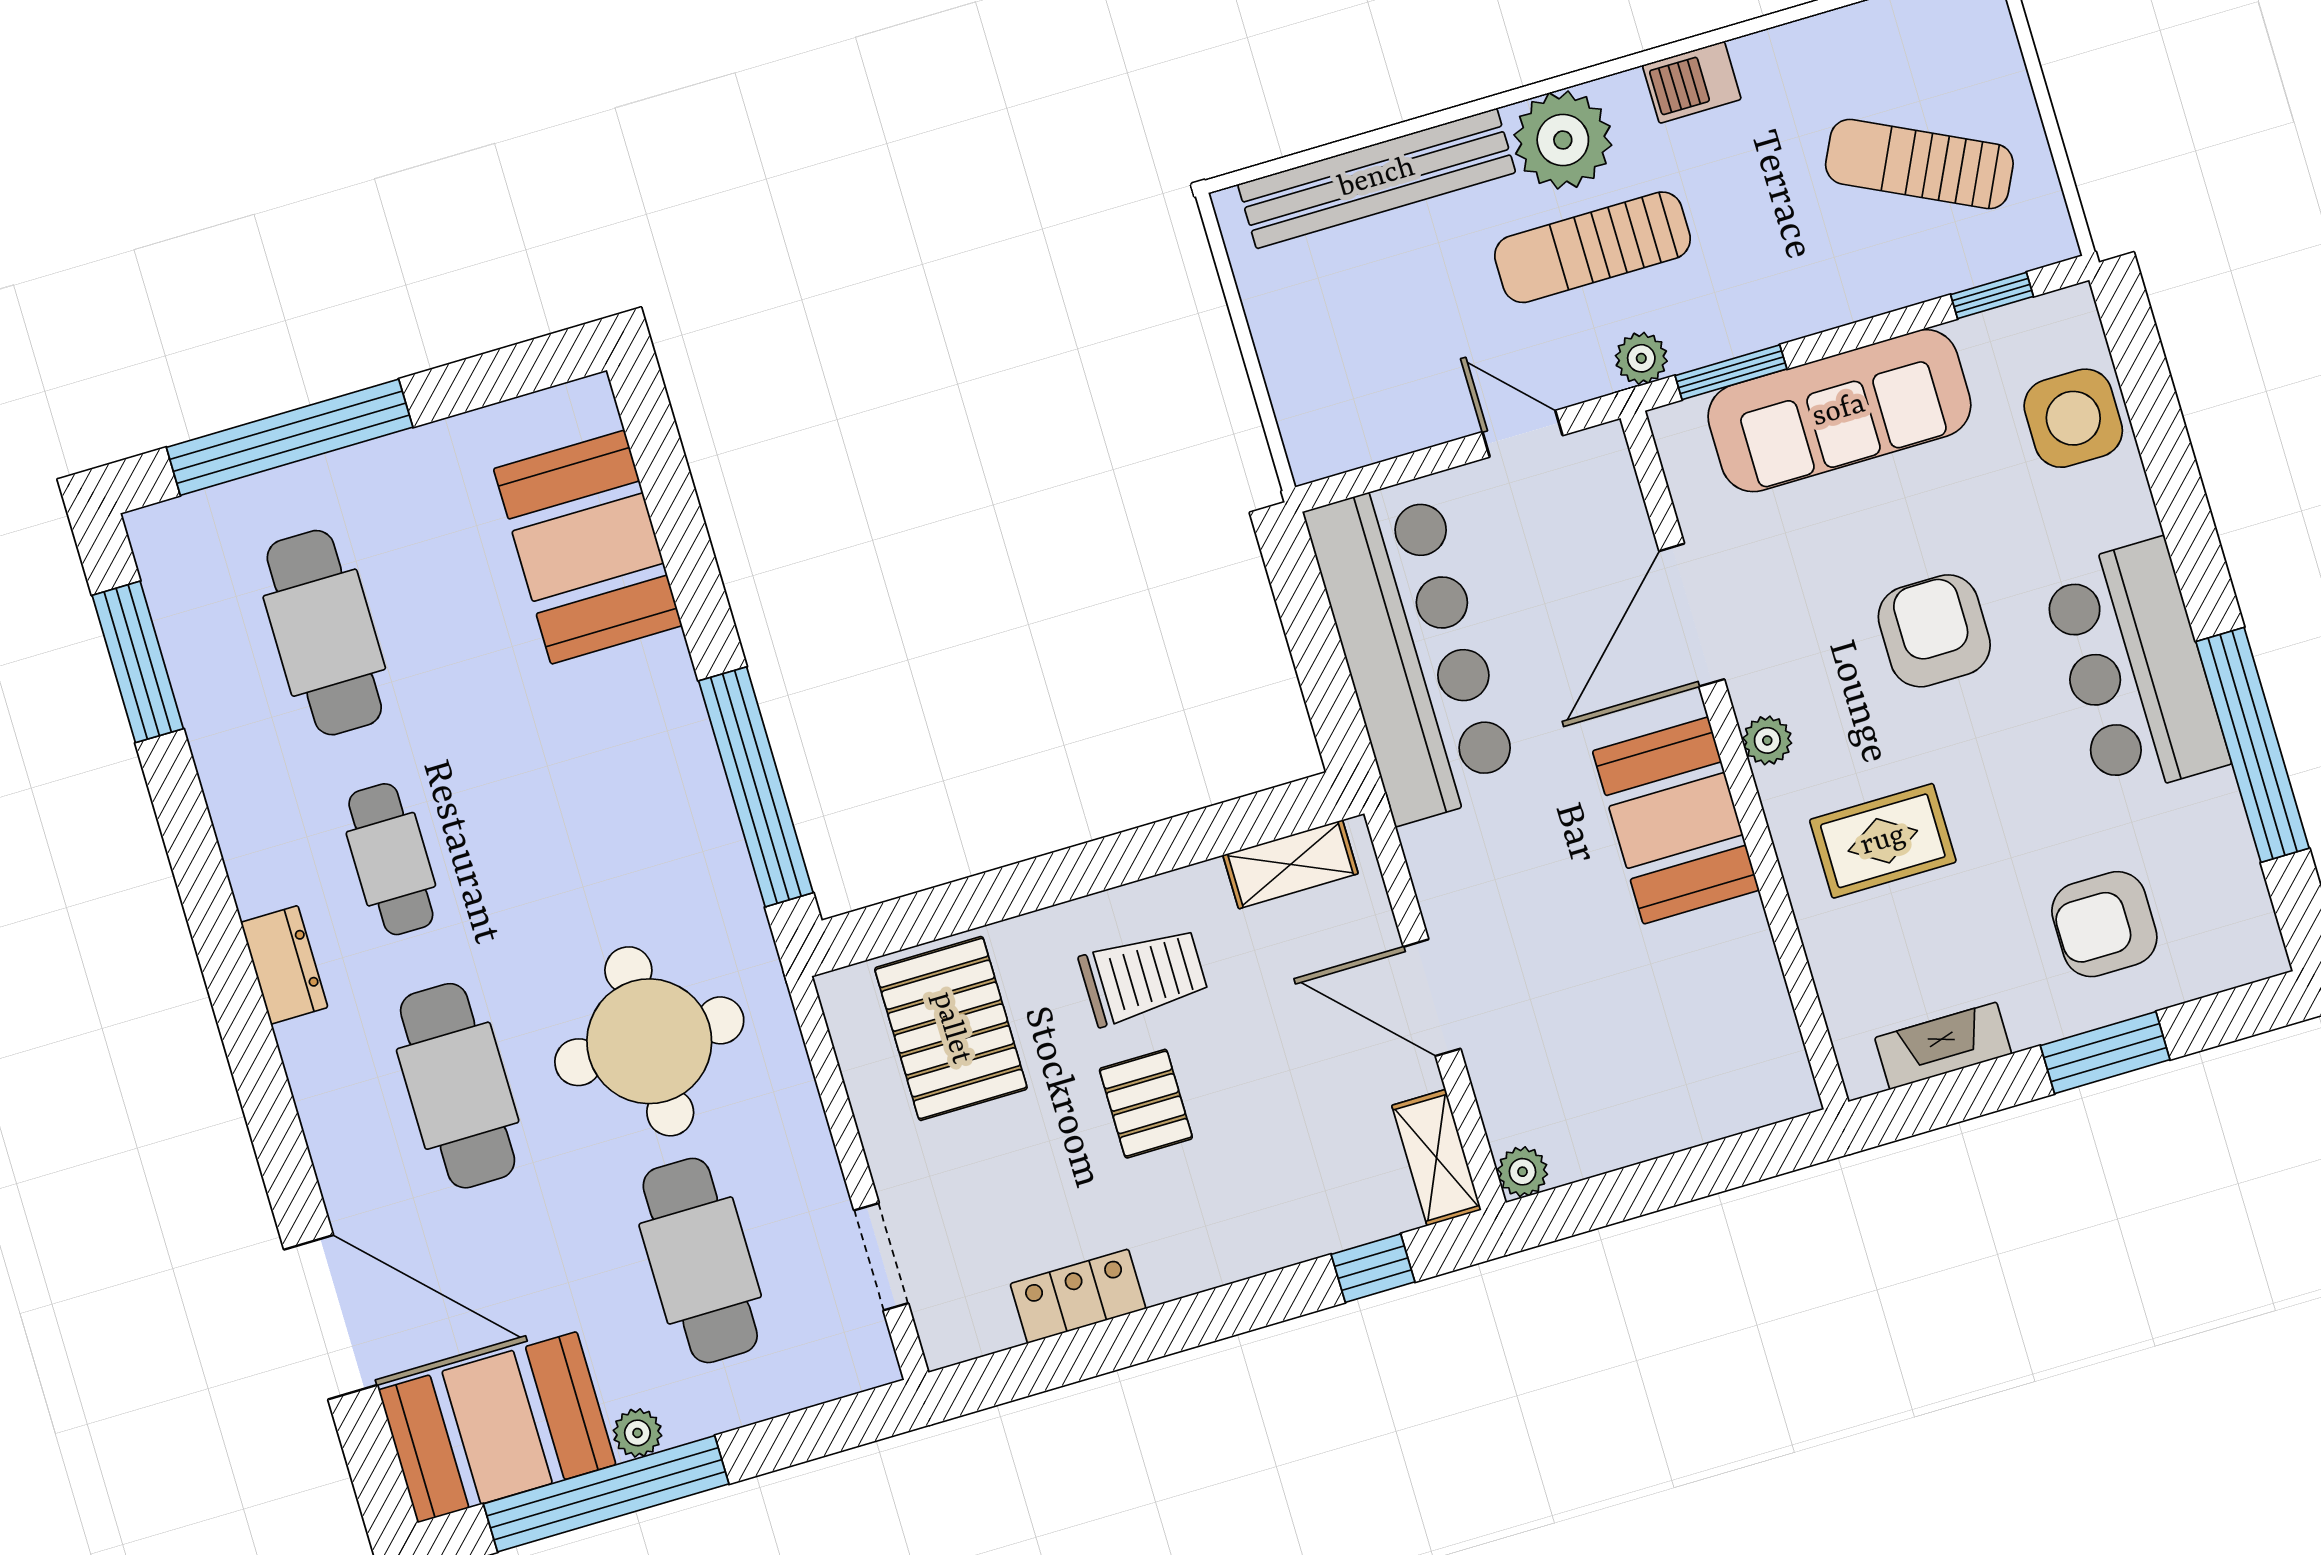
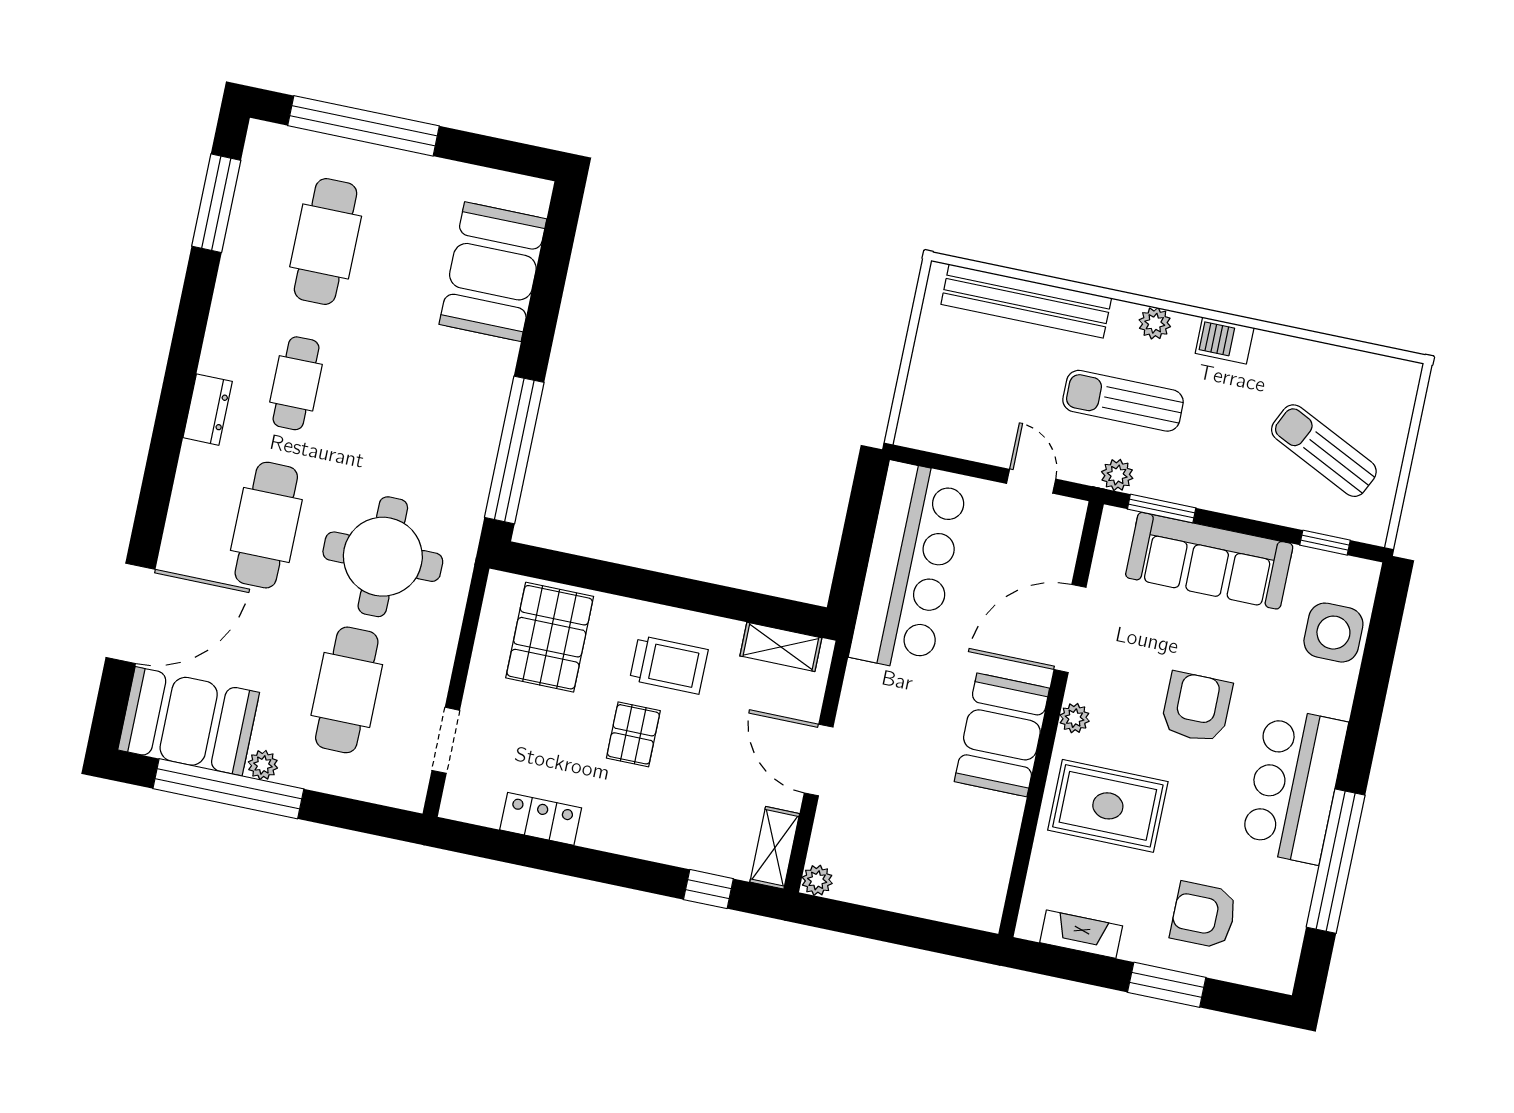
plant: (1563, 140) -> (1155, 323), width x0.53, depth x0.53
rug: (1883, 841) -> (1108, 806), width x1.36, depth x1.43
door: (331, 1317) -> (131, 613), hinge flipped

